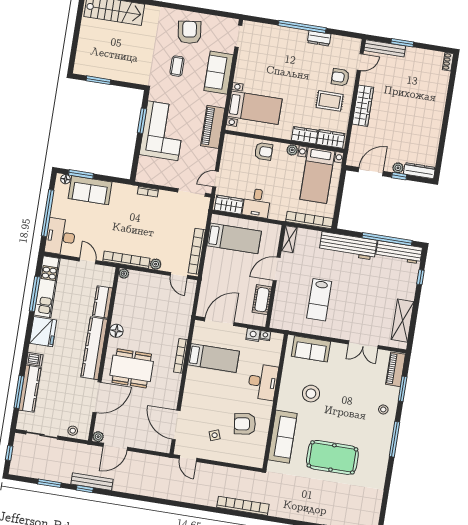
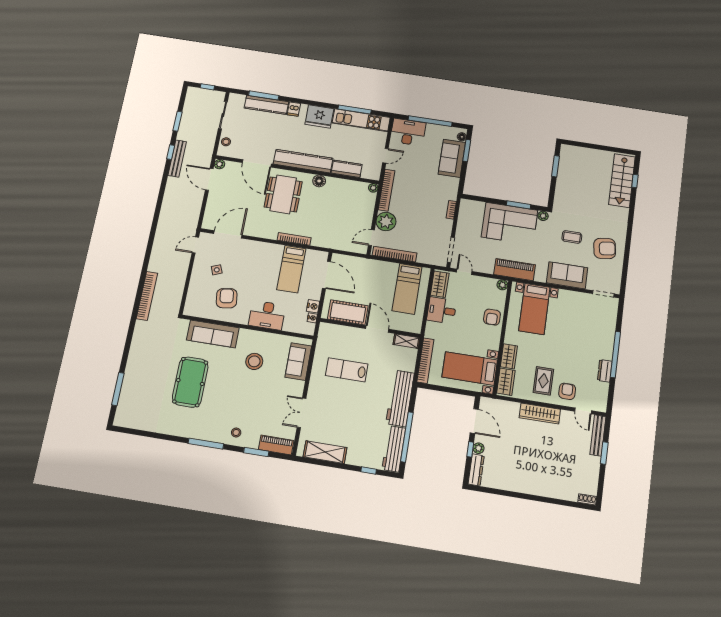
plant: (154, 95) -> (543, 216), added
plant: (292, 150) -> (502, 285), moved
plant: (156, 264) -> (386, 222), width x1.87, depth x1.87
cot: (262, 300) -> (348, 312), width x1.37, depth x1.34

